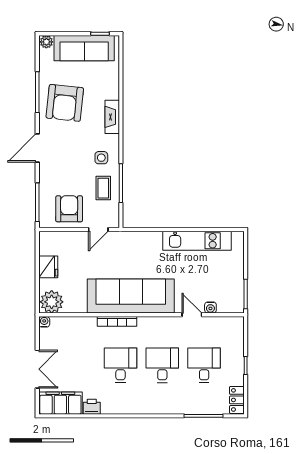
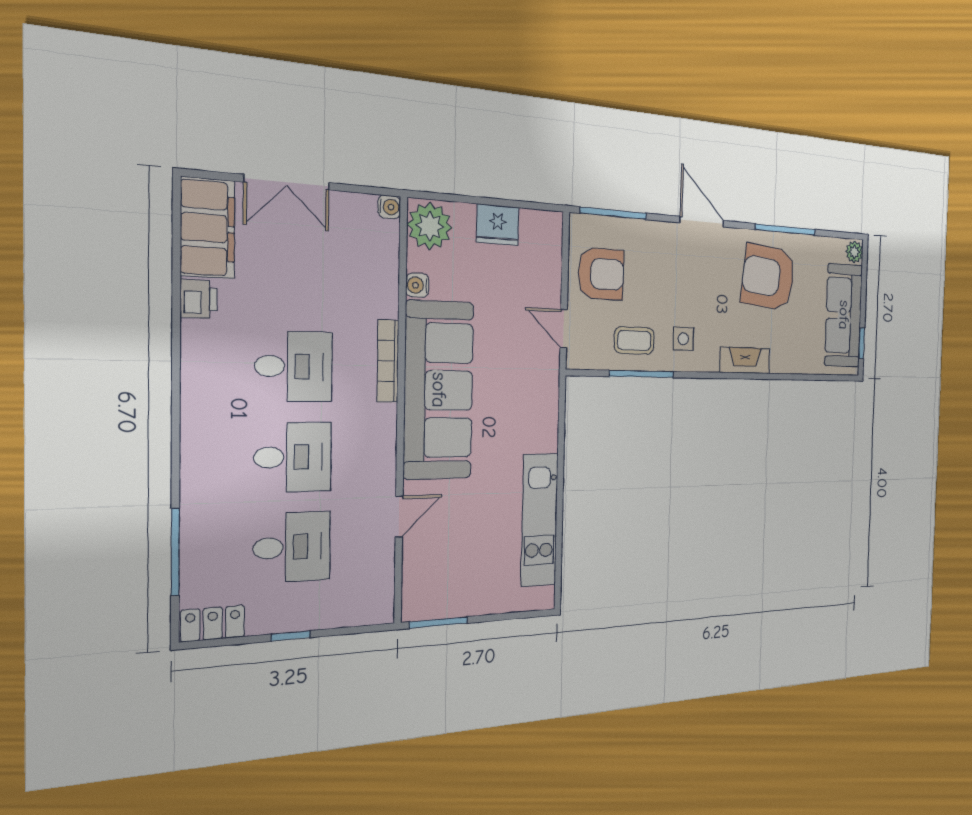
water cooler: (210, 307) -> (417, 285), moved

